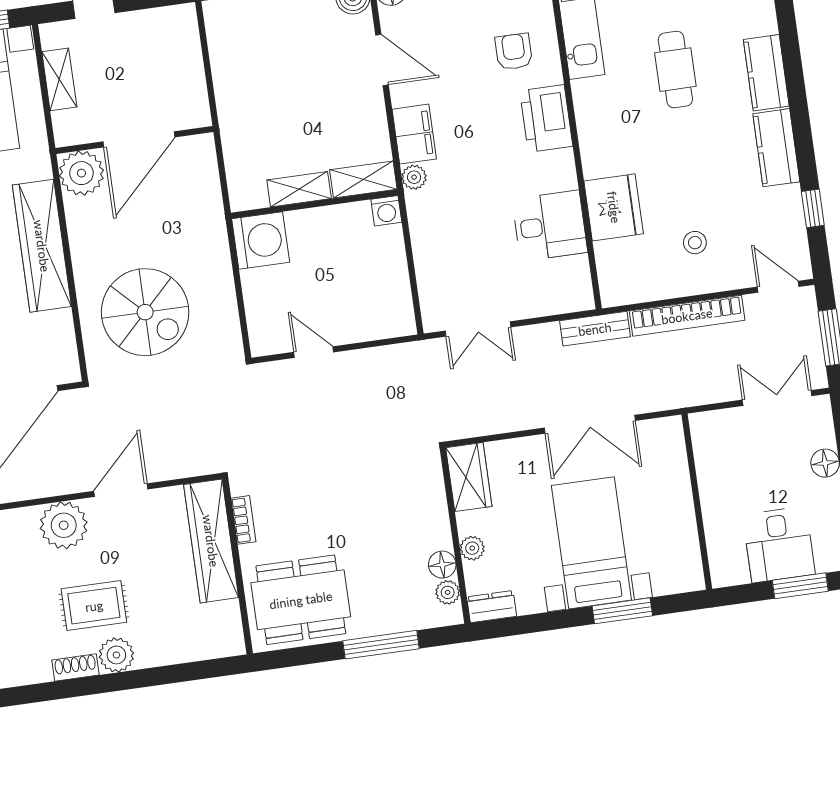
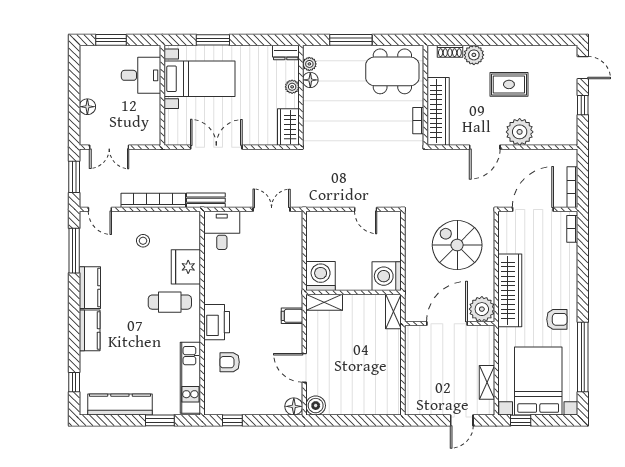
armchair: (514, 52) -> (230, 362), turned 90
cafe table: (675, 70) -> (170, 302), moved, turned 90
filing cabinet: (414, 134) -> (292, 316), width x0.50
door: (139, 139) -> (447, 324), moved
wall: (134, 140) -> (450, 324), moved
plant: (81, 173) -> (482, 309), moved
plant: (414, 177) -> (296, 300), removed
shelving: (299, 189) -> (393, 311), moved, turned 90
window: (813, 208) -> (74, 251), width x2.17
washing machine: (386, 211) -> (321, 276), width x1.89, depth x1.89
desk: (550, 226) -> (222, 230), moved, turned 90
bed with nightstands: (591, 543) -> (200, 79), moved, turned -90
desk: (779, 545) -> (141, 75), moved, turned 90
plant: (116, 655) -> (474, 55), moved
shoe rack: (75, 667) -> (450, 51), moved

